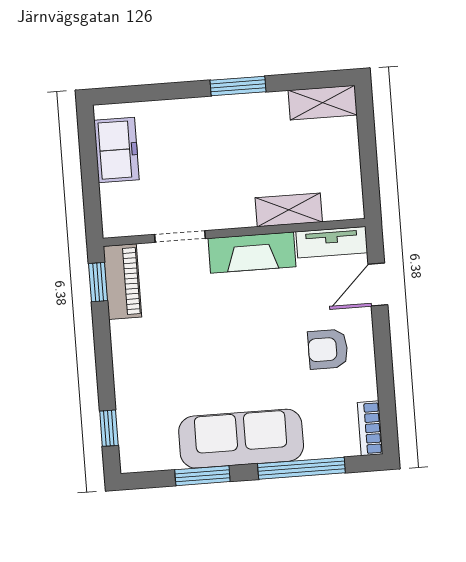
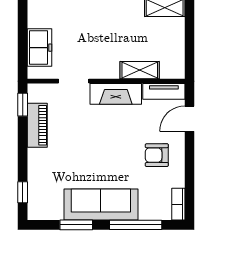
freezer: (116, 150) -> (40, 48), moved
piano: (122, 282) -> (37, 125), moved

